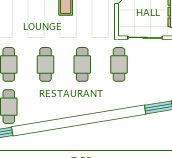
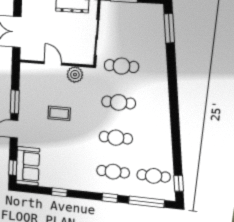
plant: (107, 18) -> (75, 75), added

